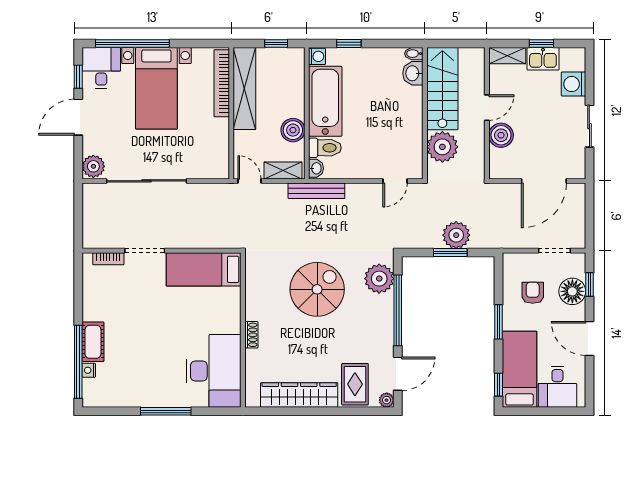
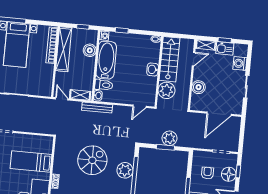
washbasin: (413, 73) -> (153, 69), moved
door: (487, 108) -> (193, 59), moved
boiler: (293, 130) -> (90, 50), moved
bed: (204, 269) -> (31, 162), moved
plant: (379, 279) -> (125, 170), moved

